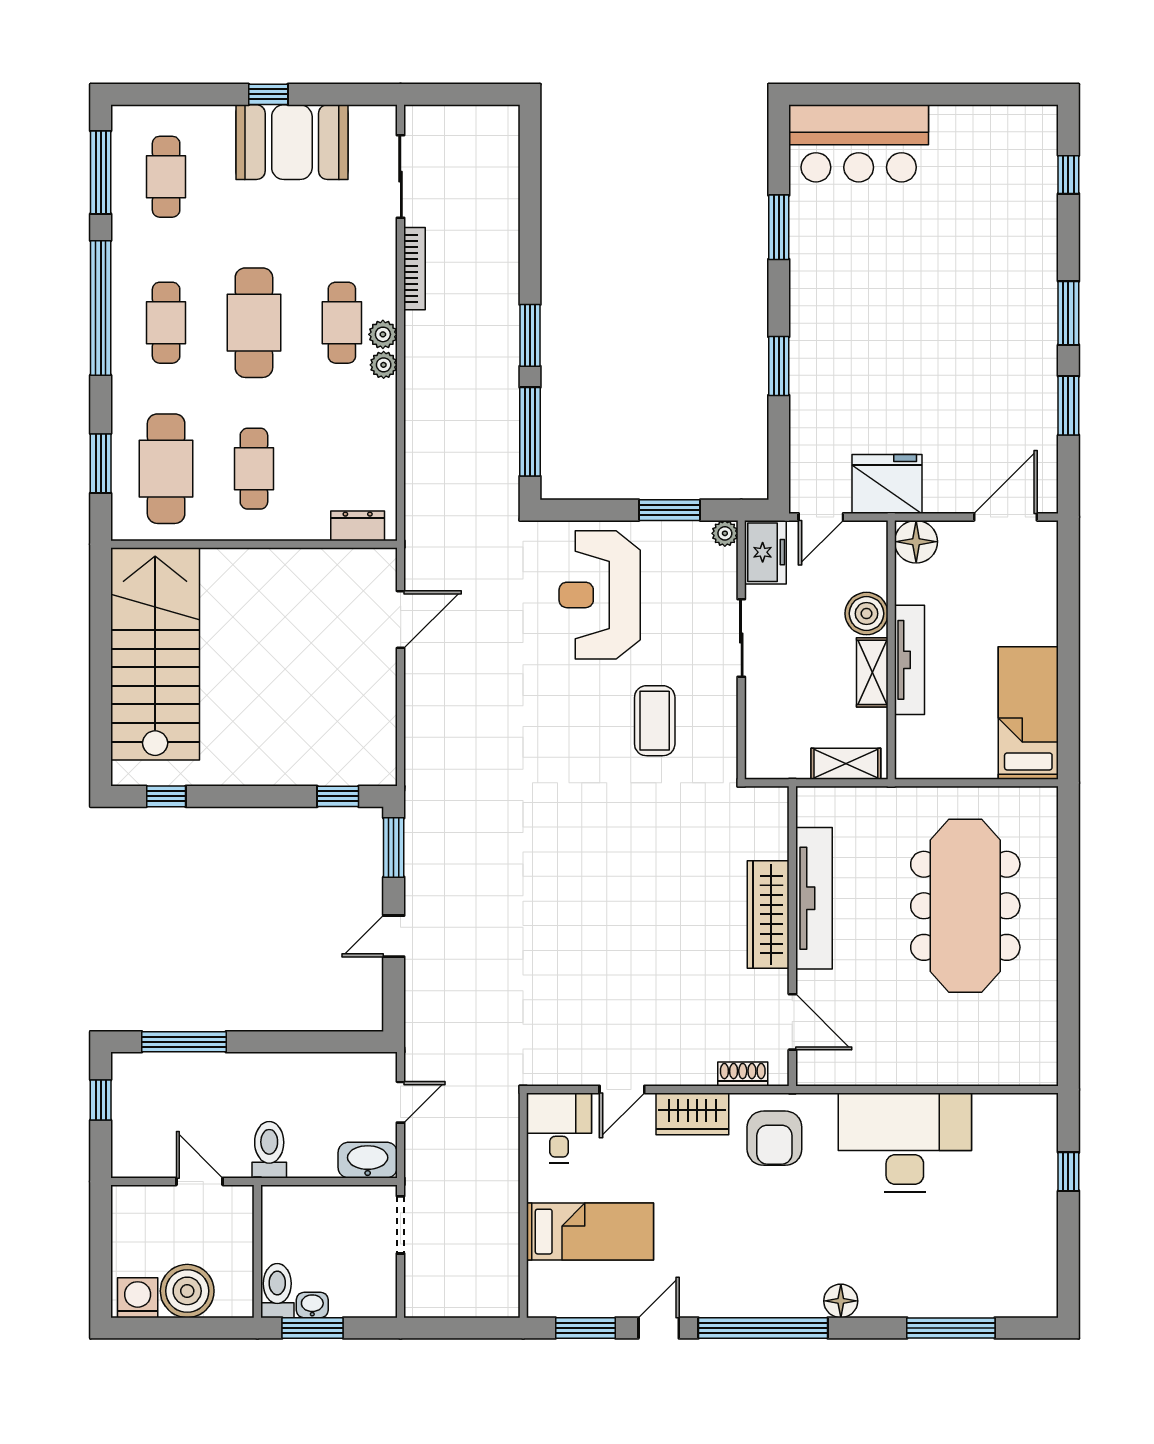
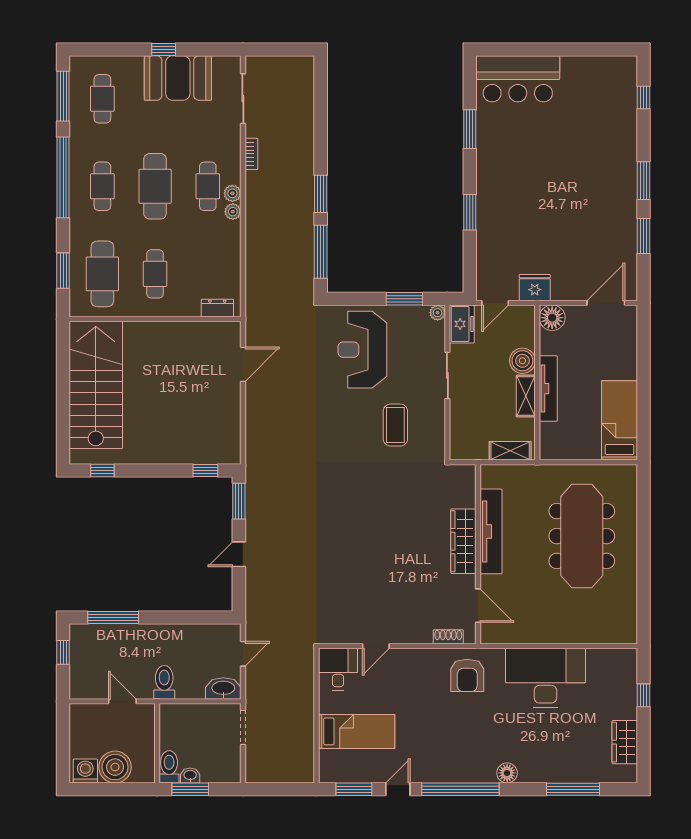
bookcase: (414, 269) -> (251, 154), width x0.64
fridge: (887, 484) -> (535, 288), width x0.73, depth x0.75
wardrobe: (692, 1114) -> (625, 742), moved, turned 90

